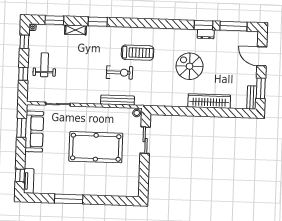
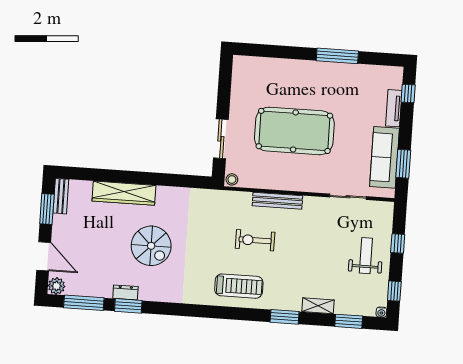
plant: (252, 37) -> (56, 286), added
treadmill: (138, 53) -> (239, 286), moved, turned 180
weight bench: (44, 65) -> (366, 256), turned 180
bench: (118, 100) -> (277, 201), moved
tv unit: (29, 181) -> (394, 108), moved

